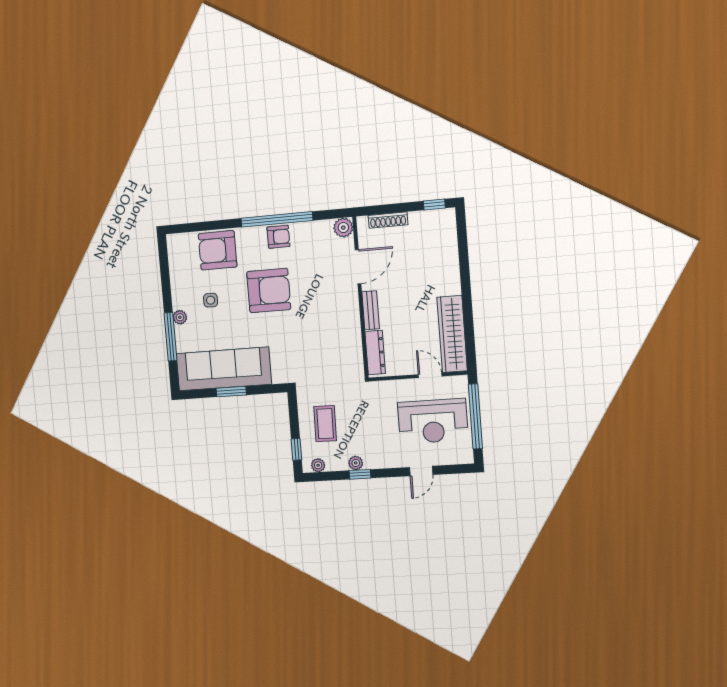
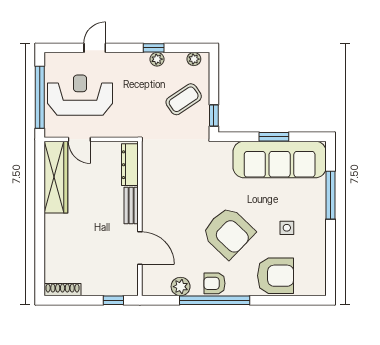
window: (434, 205) -> (113, 300), moved
shoe rack: (388, 220) -> (63, 290), moved
plant: (343, 228) -> (181, 287), moved
door: (358, 267) -> (140, 248), swing flipped
armchair: (269, 291) -> (228, 232), turned -136
plant: (180, 317) -> (319, 214), removed
coffee table: (325, 424) -> (184, 99), turned 55
window: (296, 449) -> (214, 116), moved

